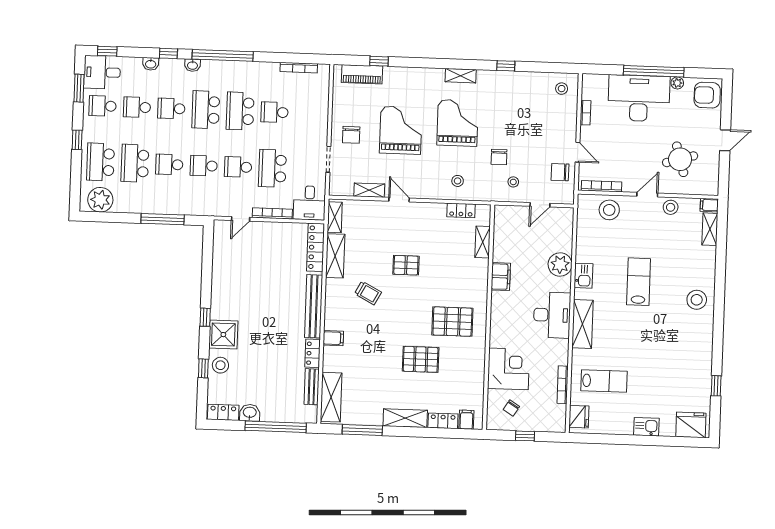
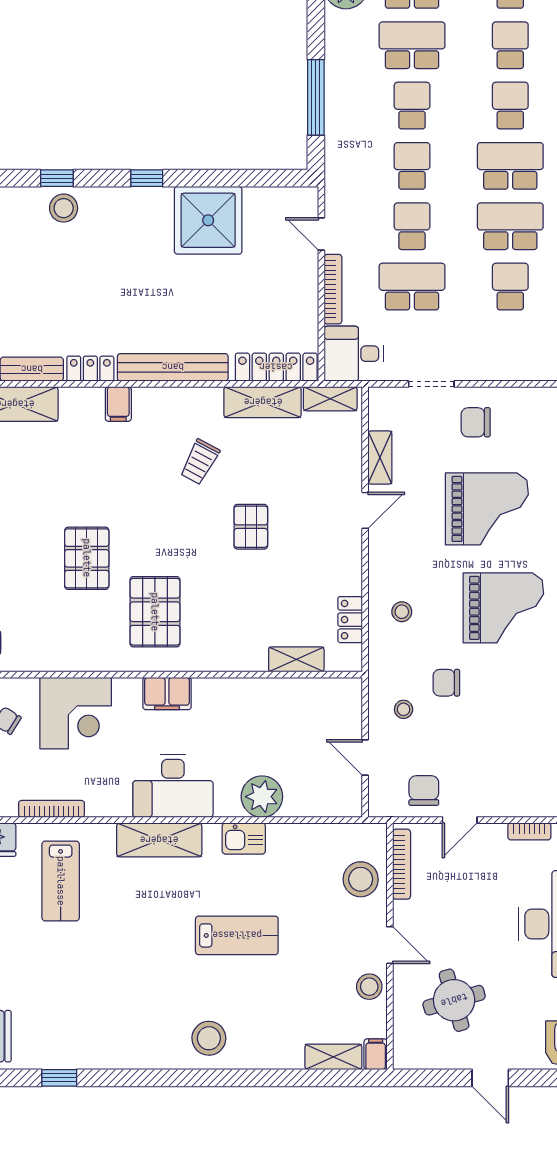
filing cabinet: (501, 277) -> (167, 694), moved
shower: (223, 335) -> (208, 220), moved, width x1.37, depth x1.37

